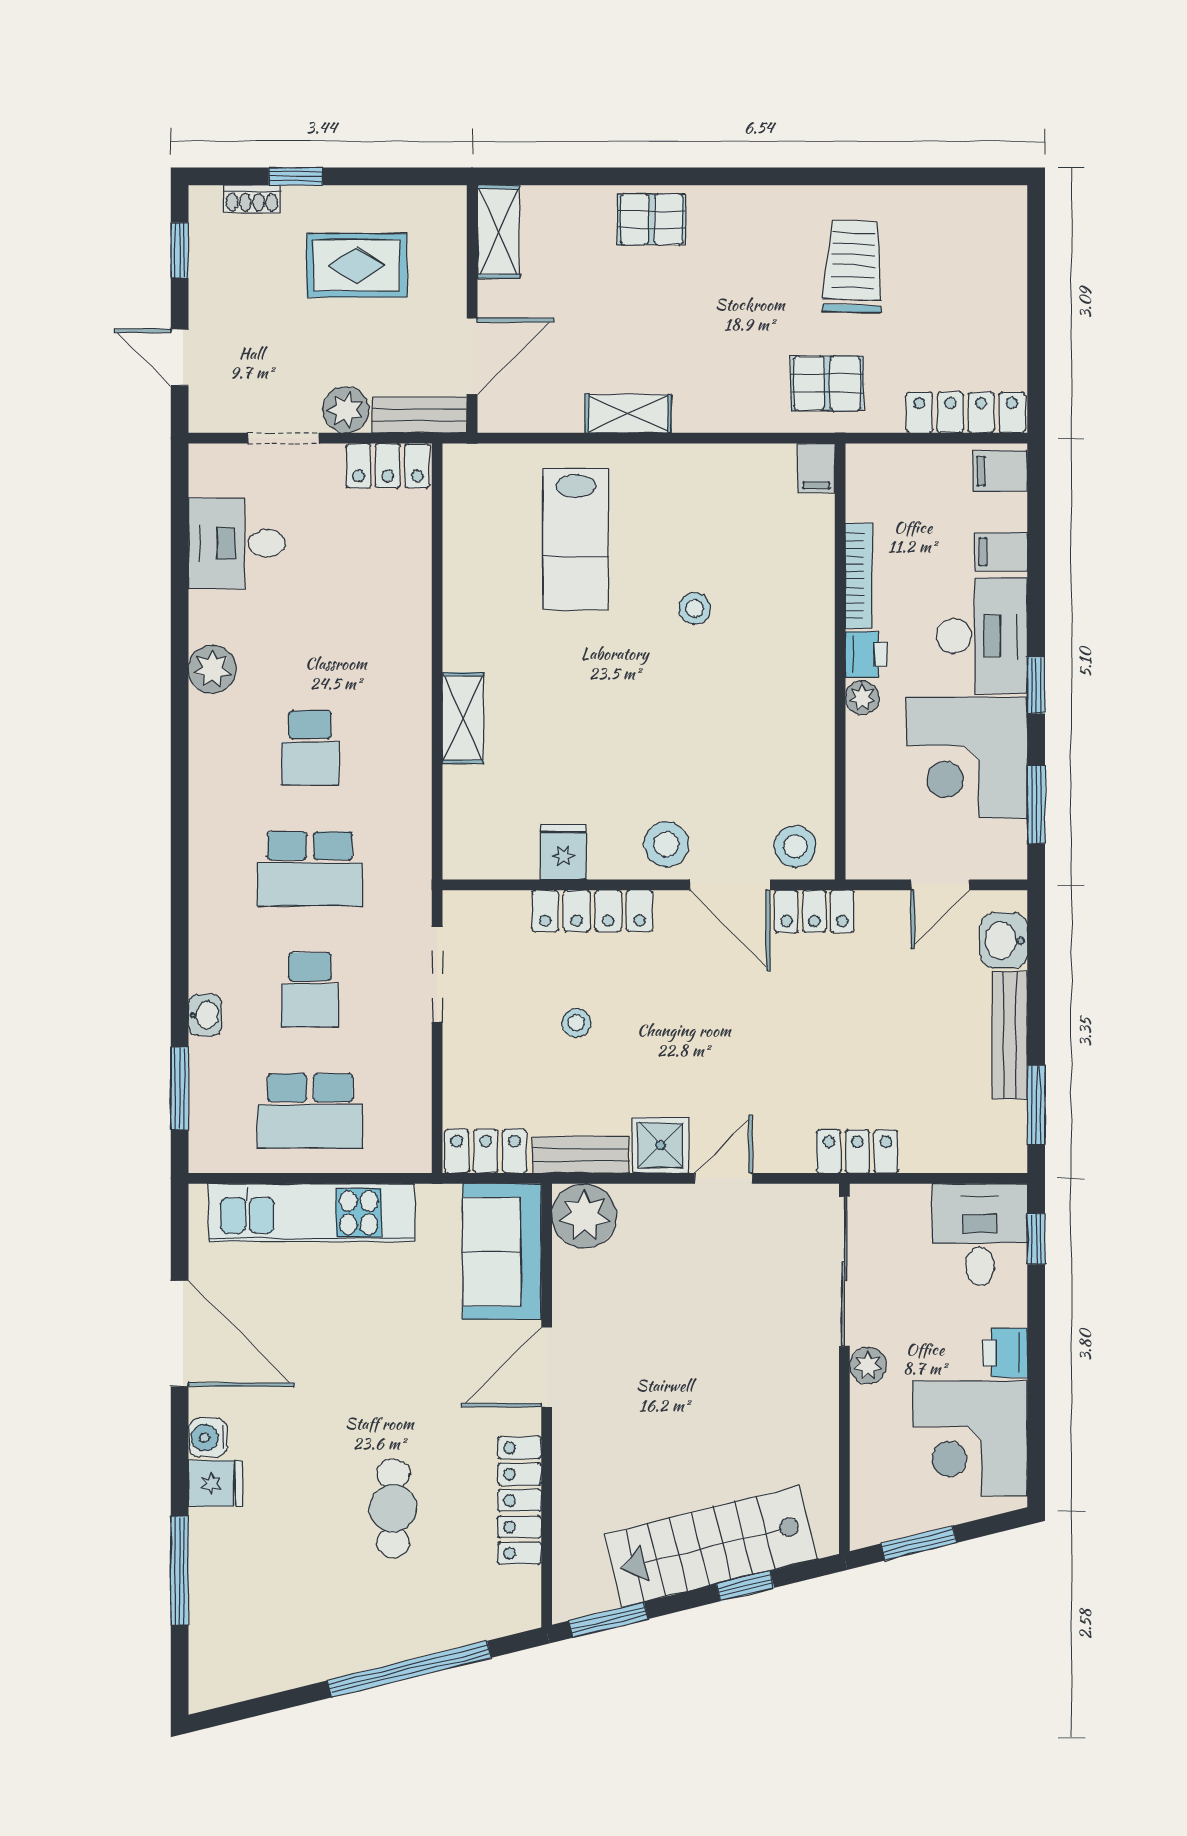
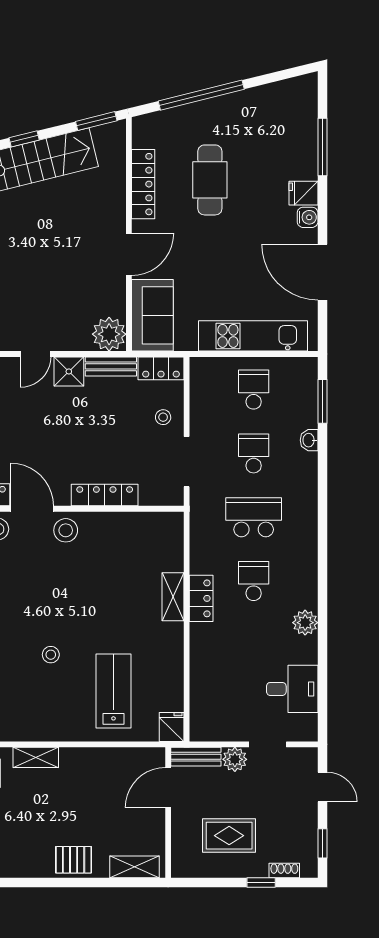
shelving: (498, 232) -> (135, 867), moved, turned 90
shelving: (628, 414) -> (36, 757), moved
locker: (388, 466) -> (201, 598), moved, turned 90
fridge: (563, 852) -> (172, 727), moved, turned 180
stool: (576, 1023) -> (163, 417), moved
school desk: (310, 1111) -> (254, 390), width x0.54
cafe table: (393, 1508) -> (210, 180), width x1.37, depth x1.35

